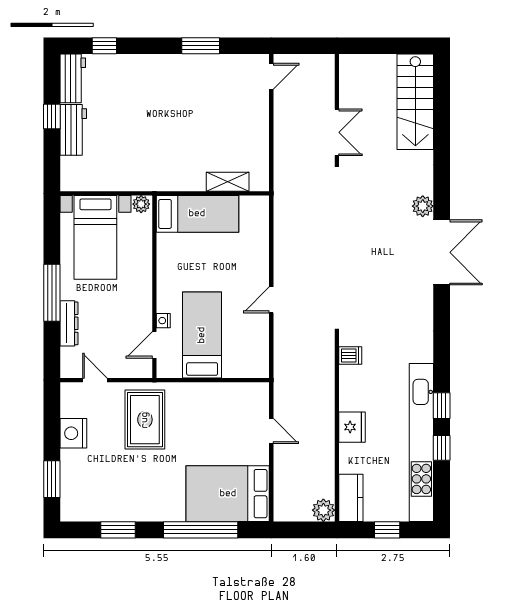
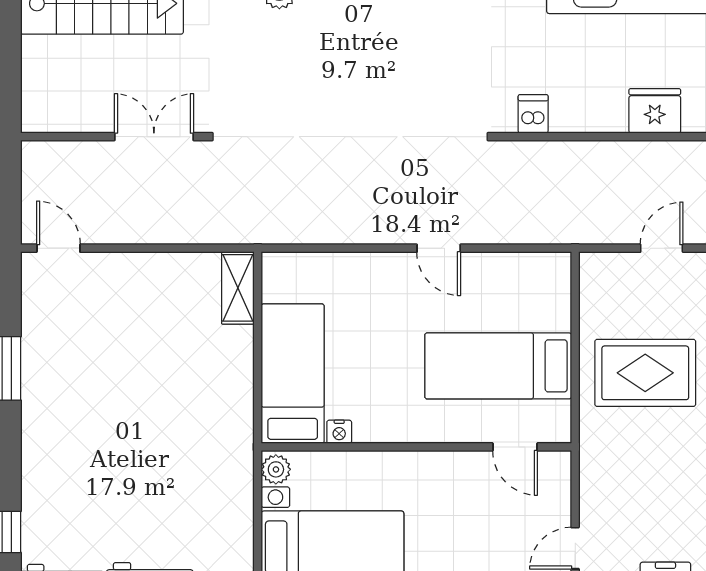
shelving: (228, 182) -> (238, 288), moved
nightstand: (163, 321) -> (339, 432), moved
rug: (145, 420) -> (645, 373), moved

